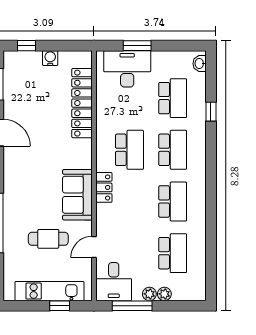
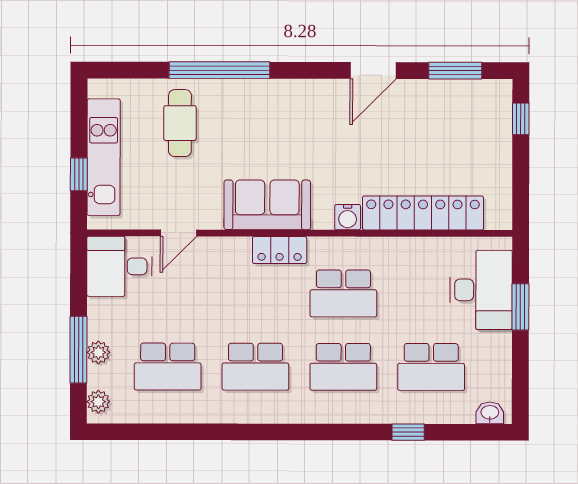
water cooler: (50, 58) -> (348, 217), moved, turned 90
cafe table: (48, 239) -> (180, 123), moved
door: (94, 247) -> (178, 233), swing flipped
plant: (149, 294) -> (98, 402), moved
window: (132, 306) -> (78, 350), moved

